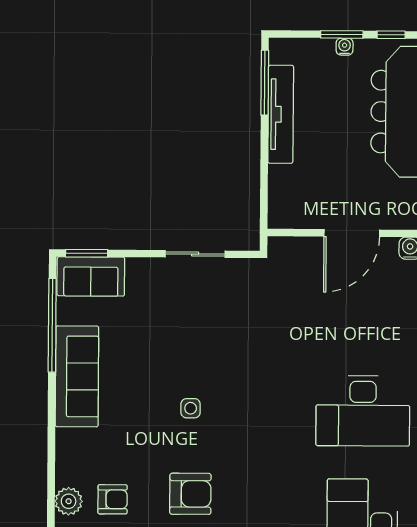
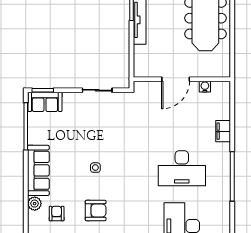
sofa: (77, 376) -> (38, 170), moved
armchair: (113, 499) -> (57, 214), turned -90
plant: (69, 501) -> (35, 204), moved

